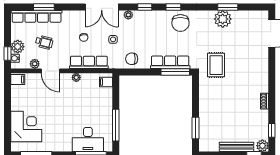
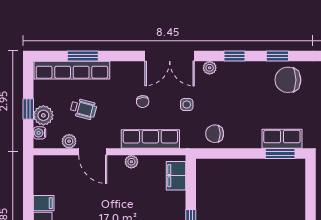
chair: (180, 23) -> (288, 80), turned 90
window: (8, 54) -> (28, 109), moved
row of seats: (170, 62) -> (282, 139), width x0.68
window: (175, 72) -> (280, 153), width x0.69
filing cabinet: (18, 79) -> (44, 203), moved
filing cabinet: (106, 82) -> (176, 176), width x2.00

